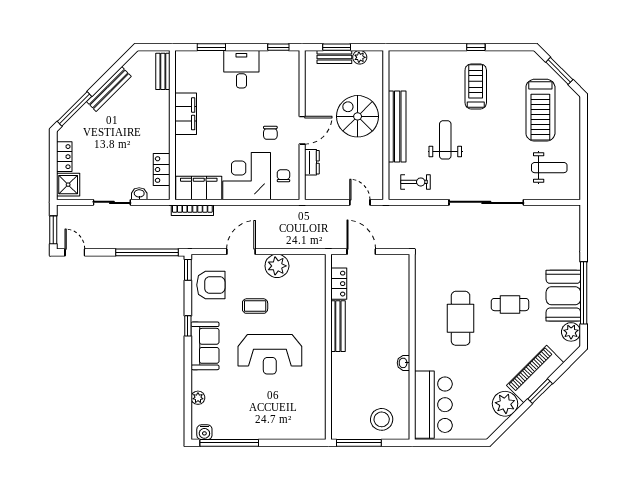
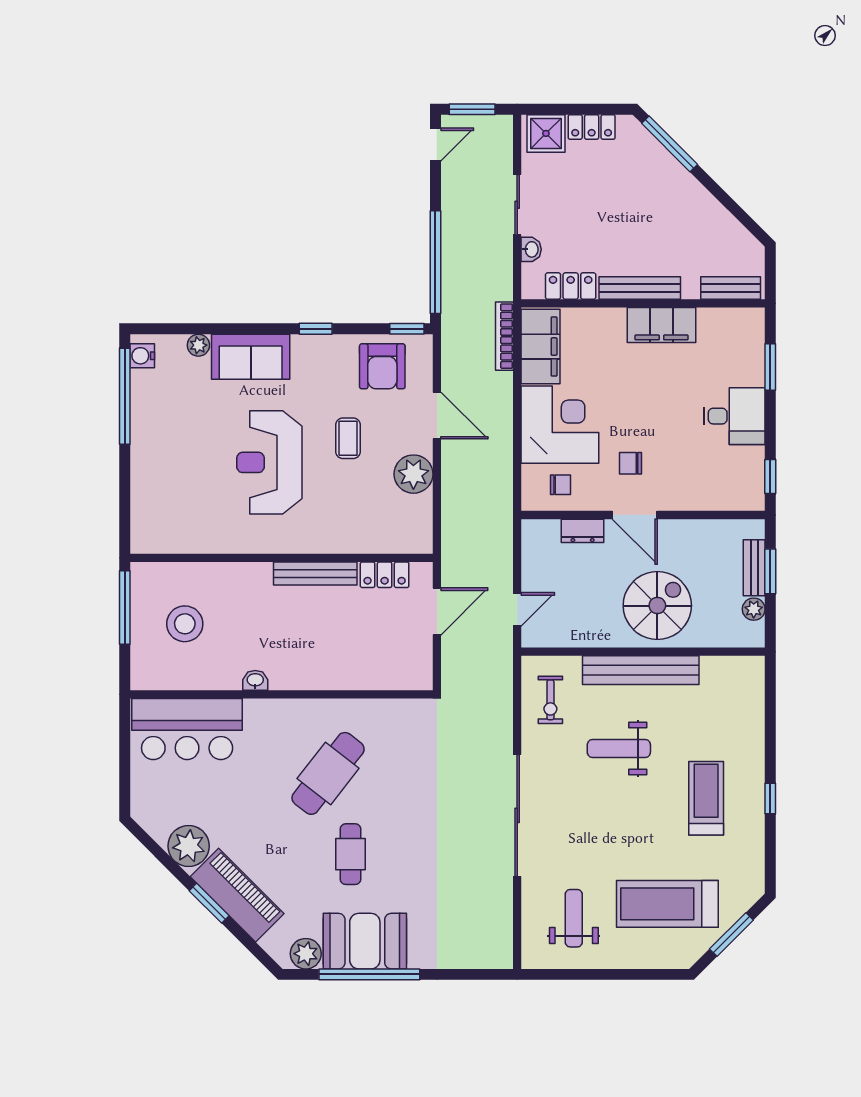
treadmill: (476, 86) -> (706, 798), turned -90
bench: (109, 89) -> (640, 288), moved, turned -45
weight bench: (445, 140) -> (619, 749), turned 180
weight bench: (549, 168) -> (574, 918), turned 180
cafe table: (461, 318) -> (328, 773), turned -52
sofa: (205, 346) -> (251, 357), moved
stool: (382, 419) -> (185, 624), moved

